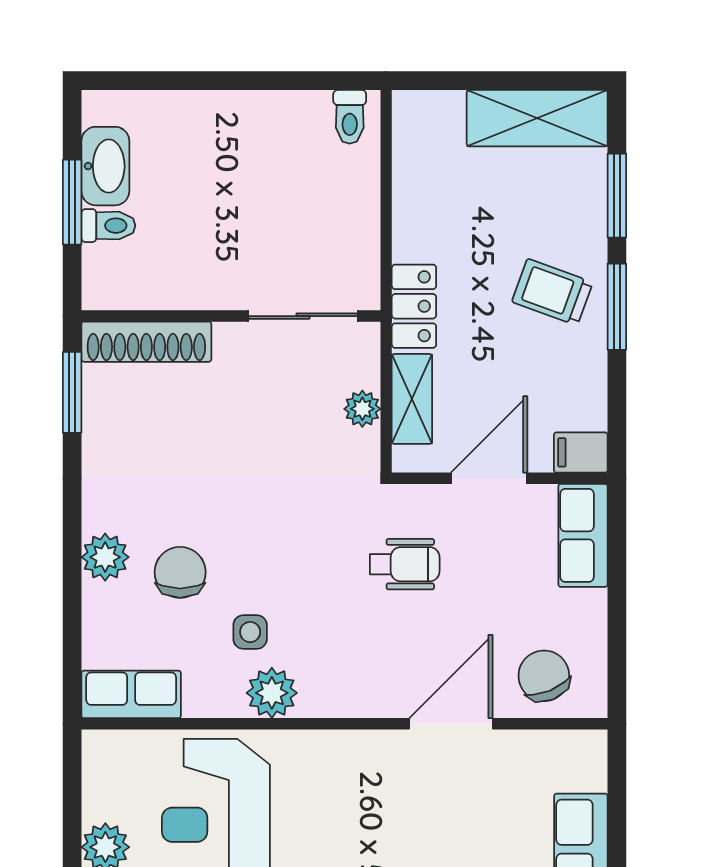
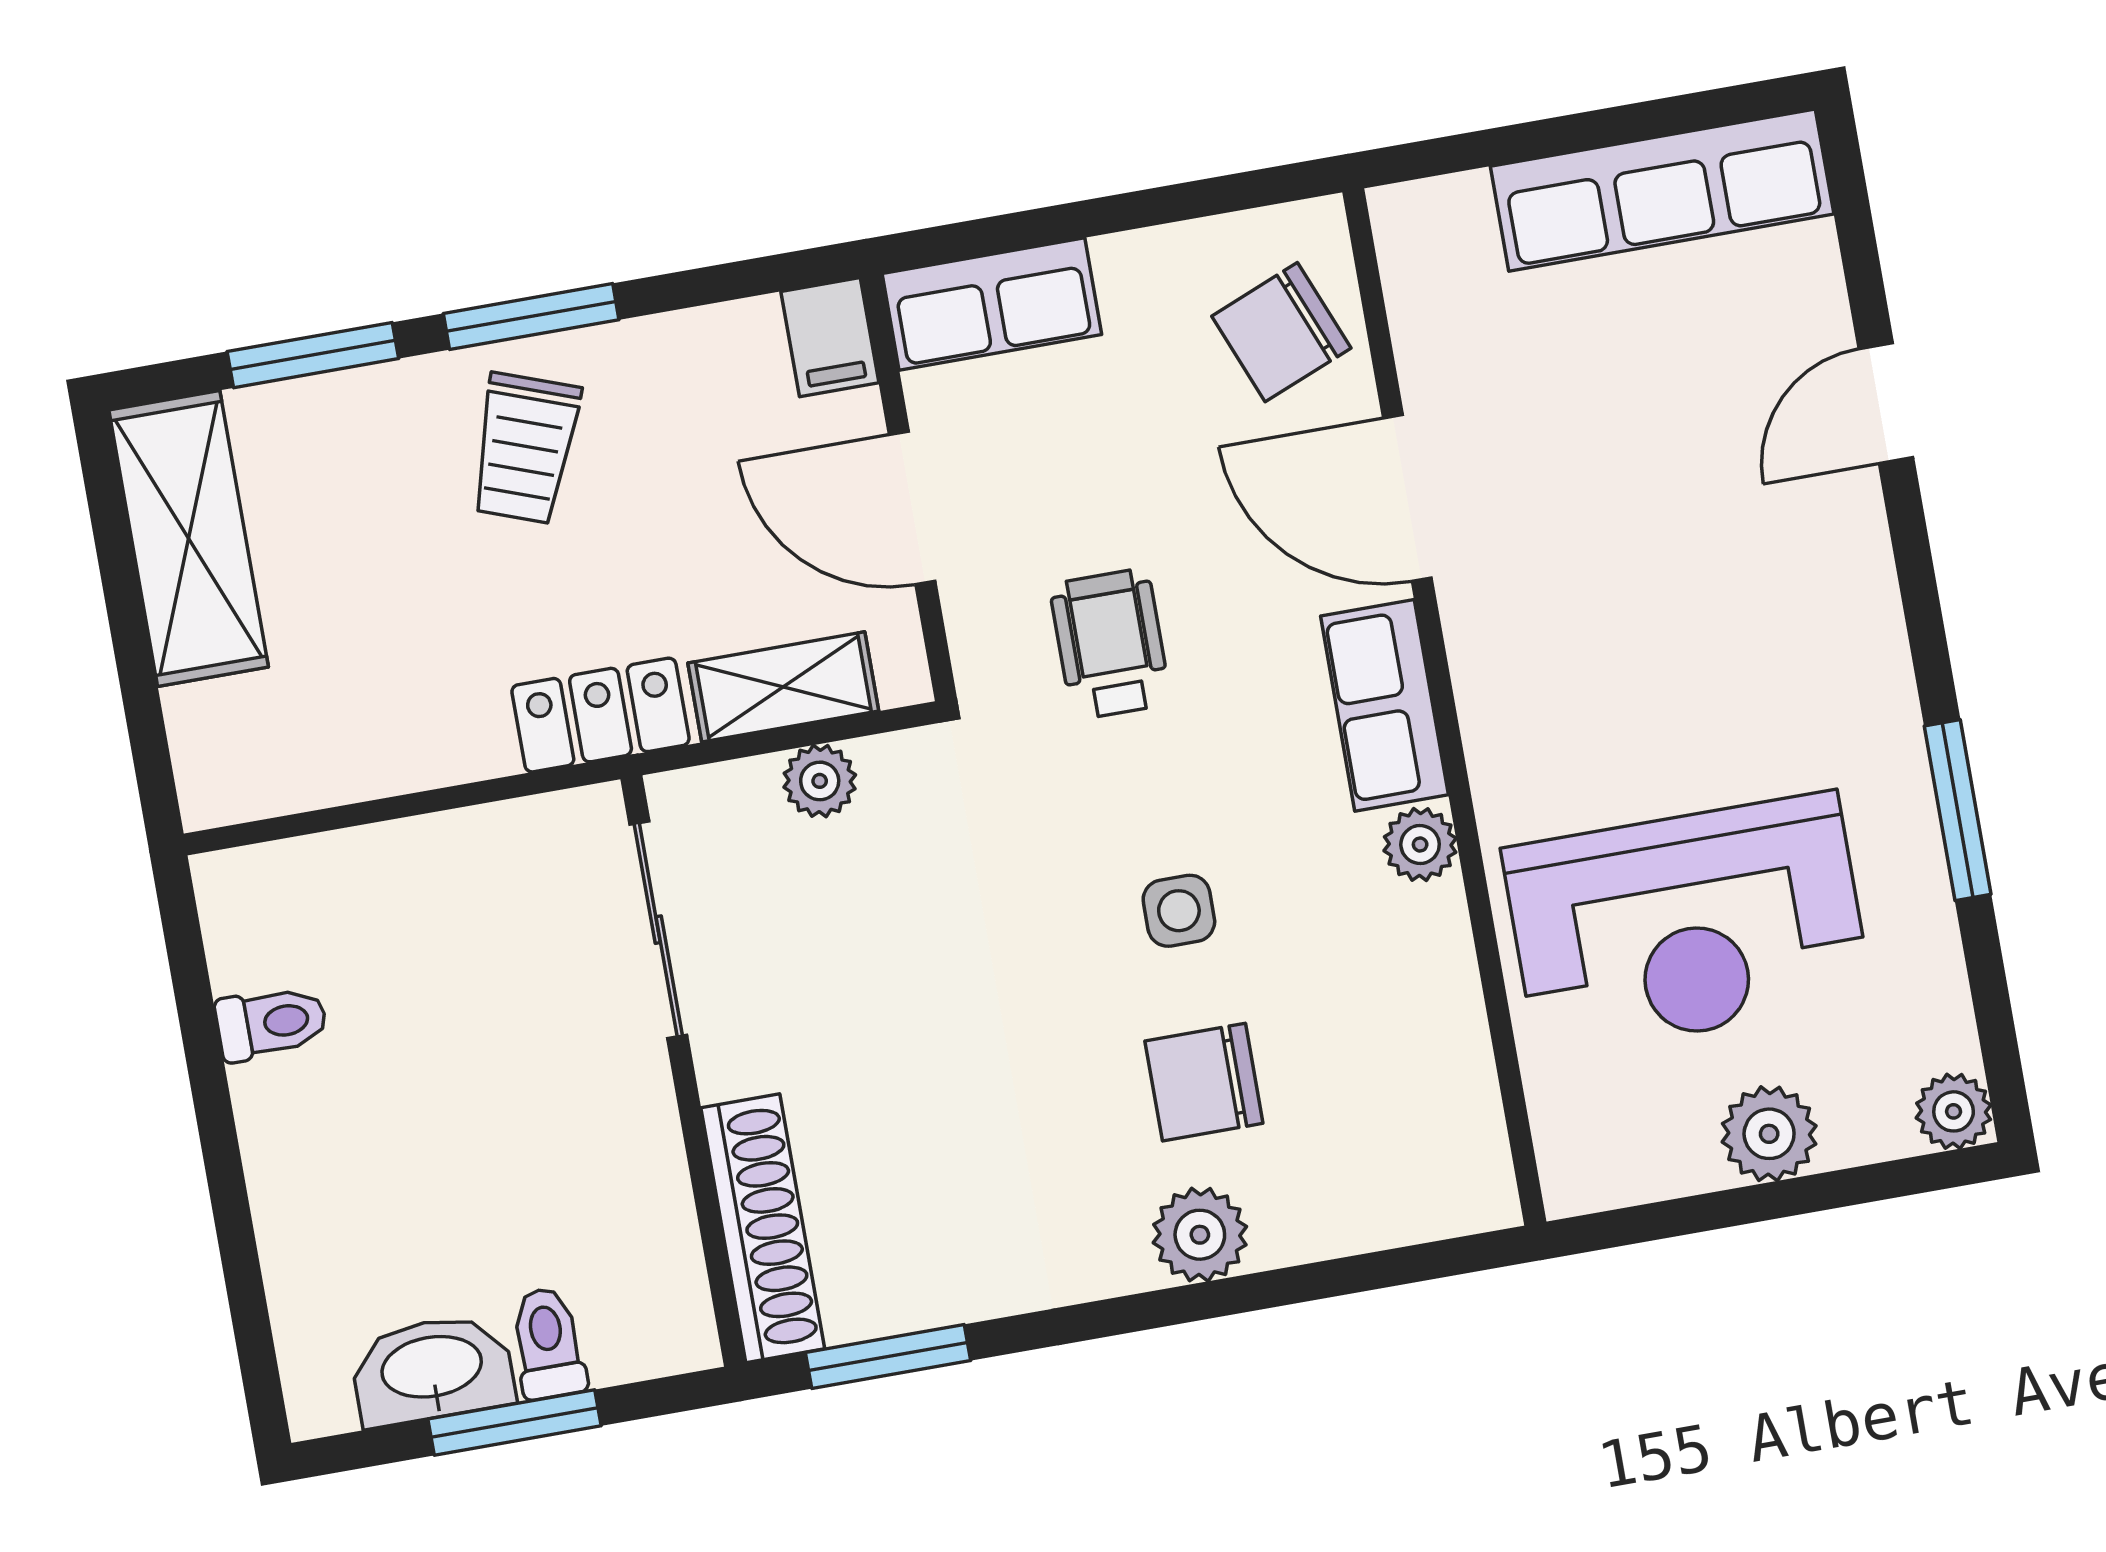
toilet: (350, 117) -> (271, 1023), moved
side table: (250, 632) -> (1179, 911), moved
plant: (272, 693) -> (1420, 845), width x0.73, depth x0.73
row of seats: (131, 694) -> (1385, 705), moved

